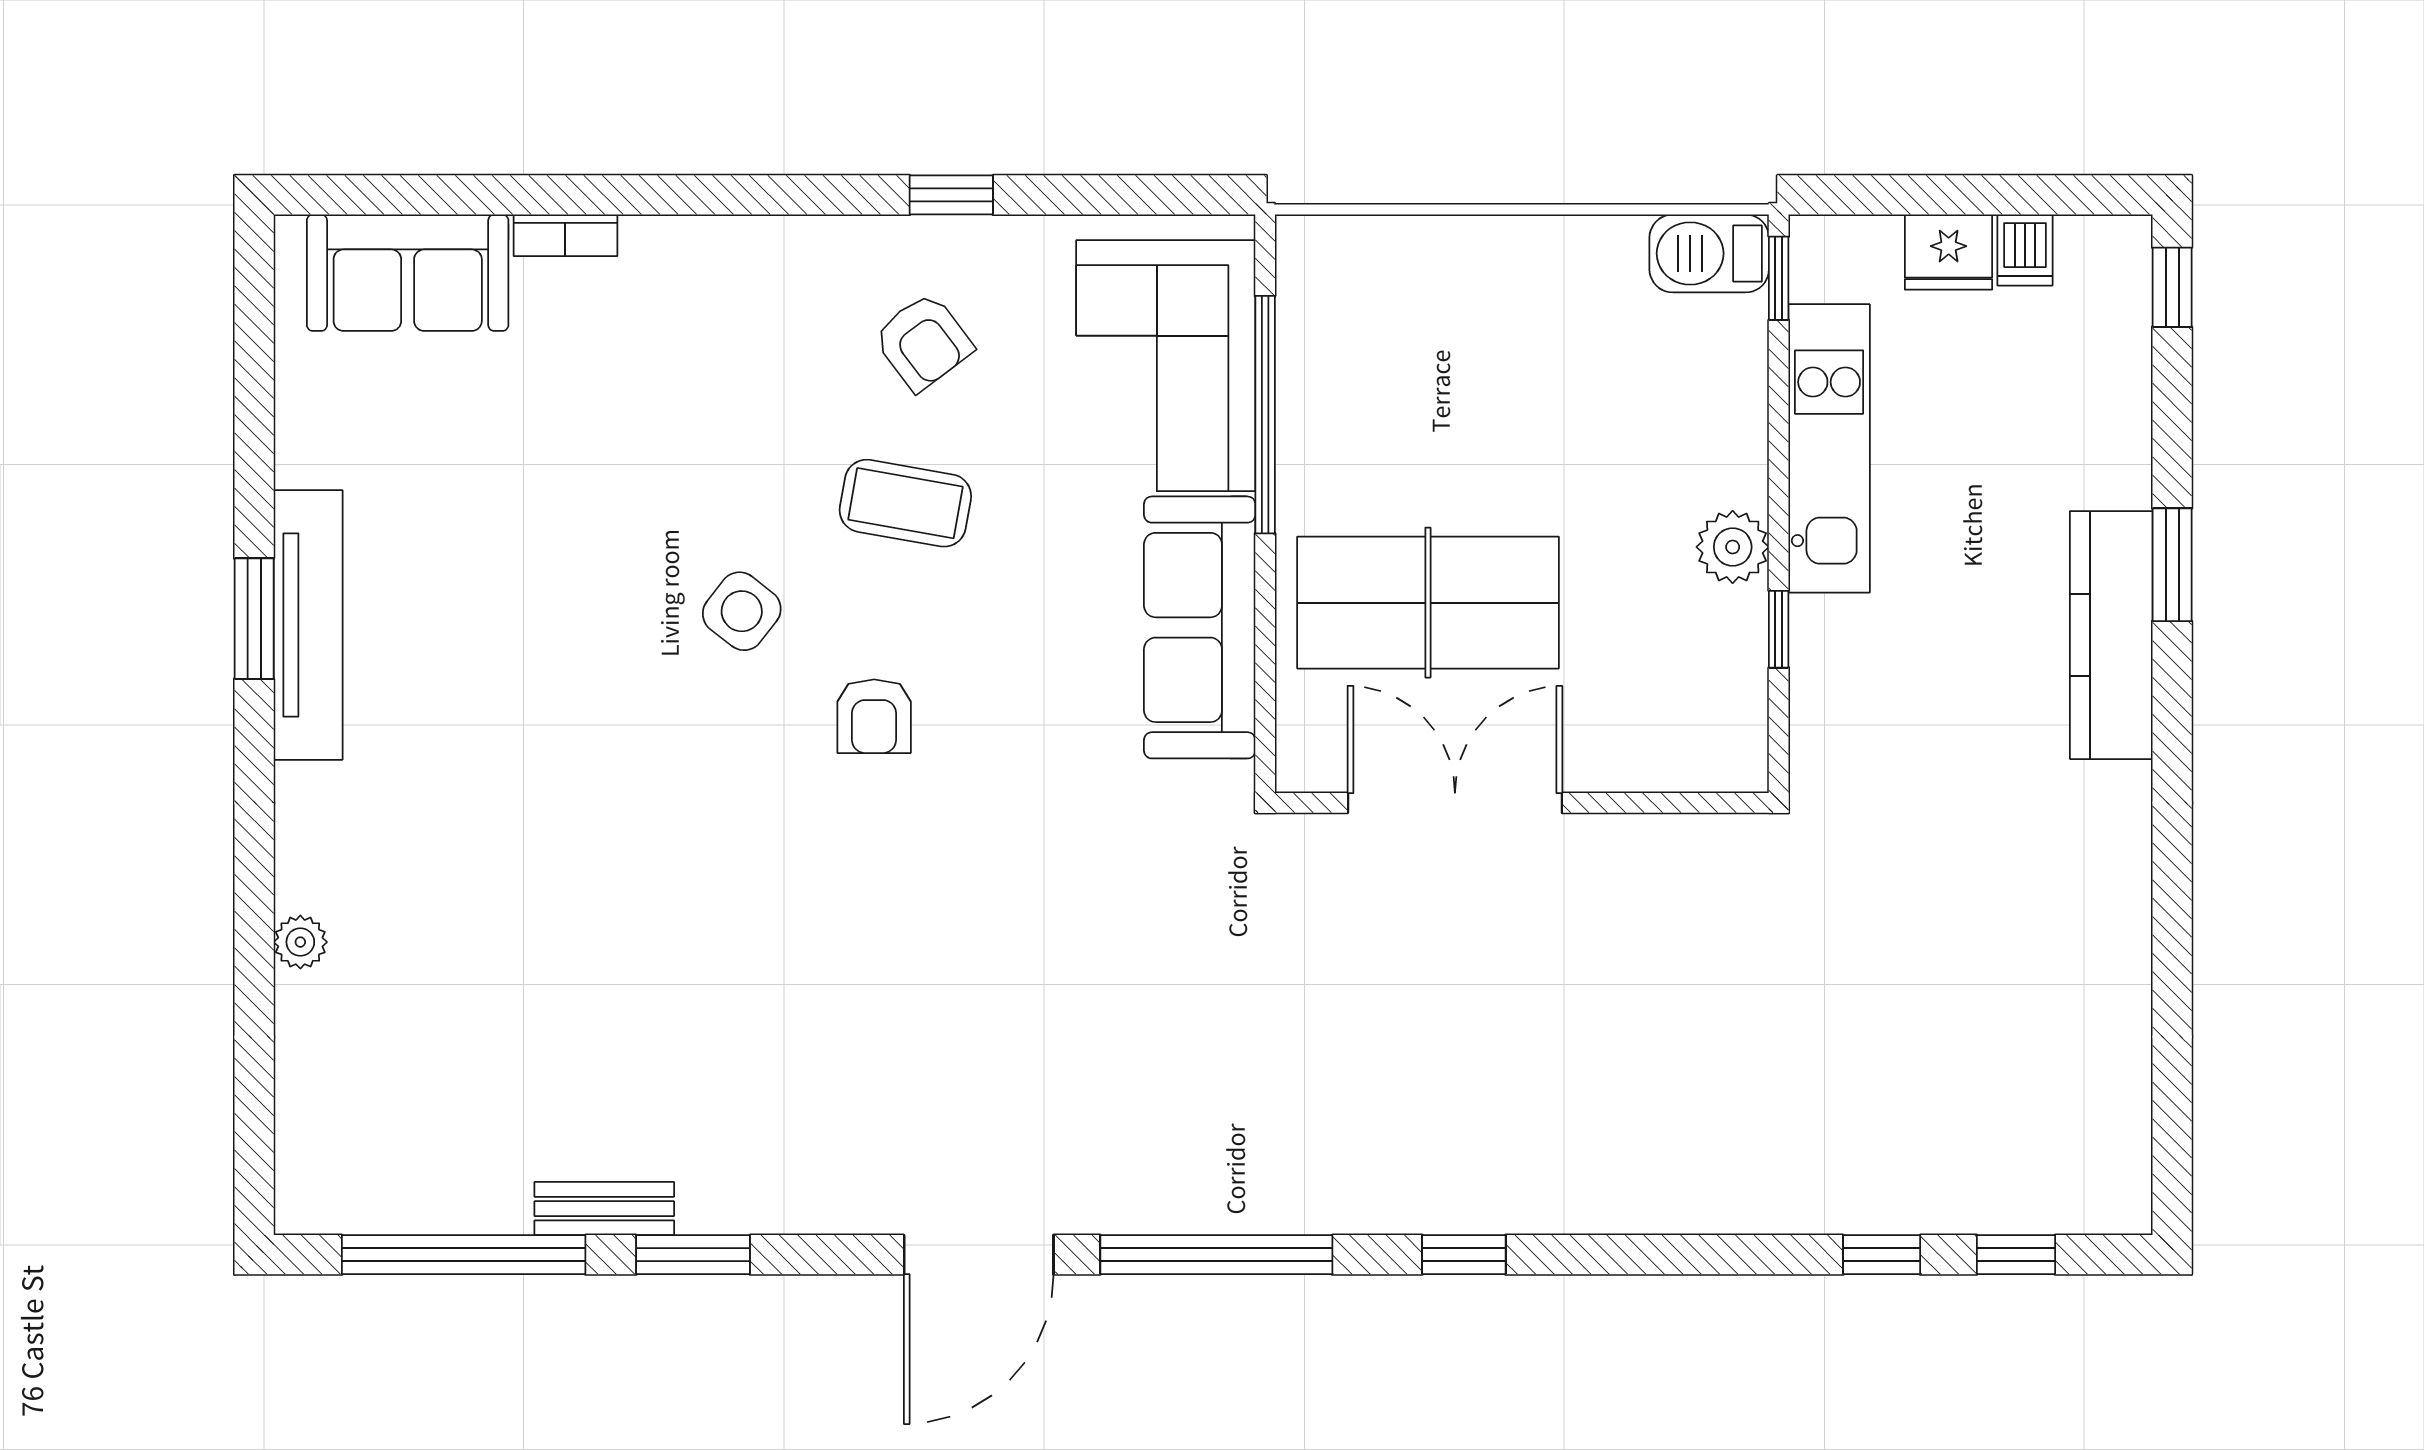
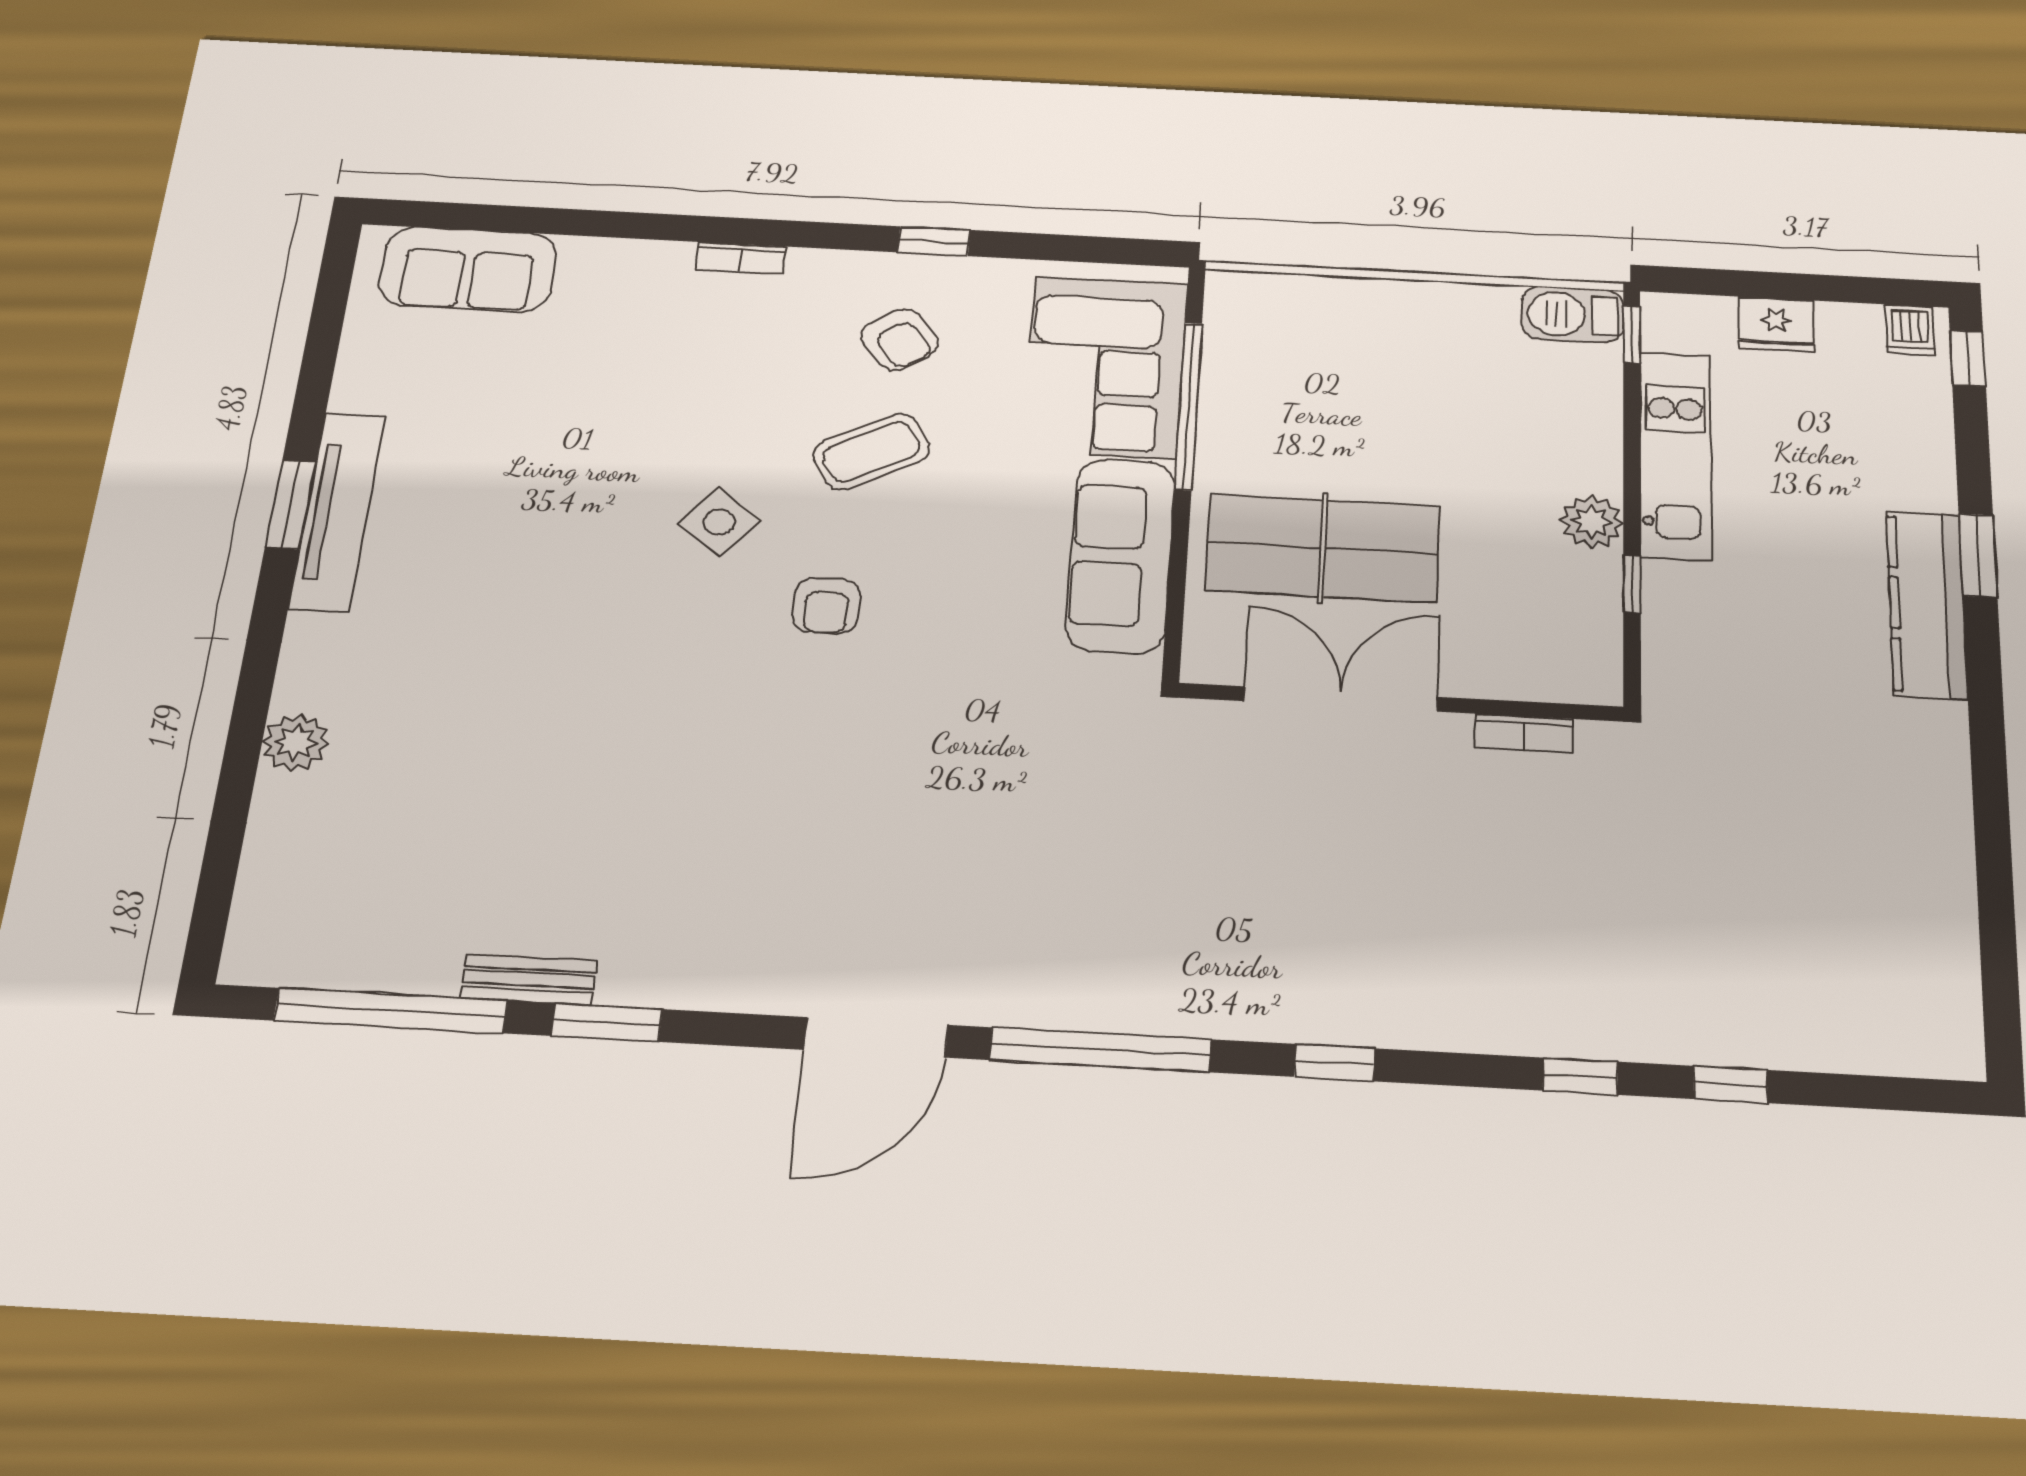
bookcase: (565, 235) -> (741, 258), moved
dishwasher: (2025, 250) -> (1910, 330), moved
coffee table: (905, 503) -> (872, 452), turned -39
bookcase: (1659, 834) -> (1524, 733), added
plant: (300, 942) -> (296, 743), width x1.38, depth x1.38
window: (2016, 1255) -> (1580, 1076), moved

